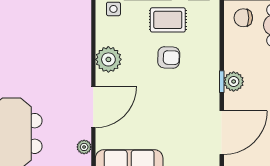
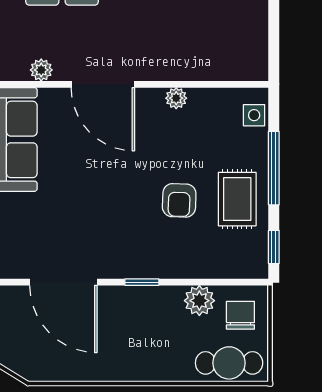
plant: (108, 59) -> (176, 98), width x0.53, depth x0.53
plant: (234, 82) -> (199, 301), moved

